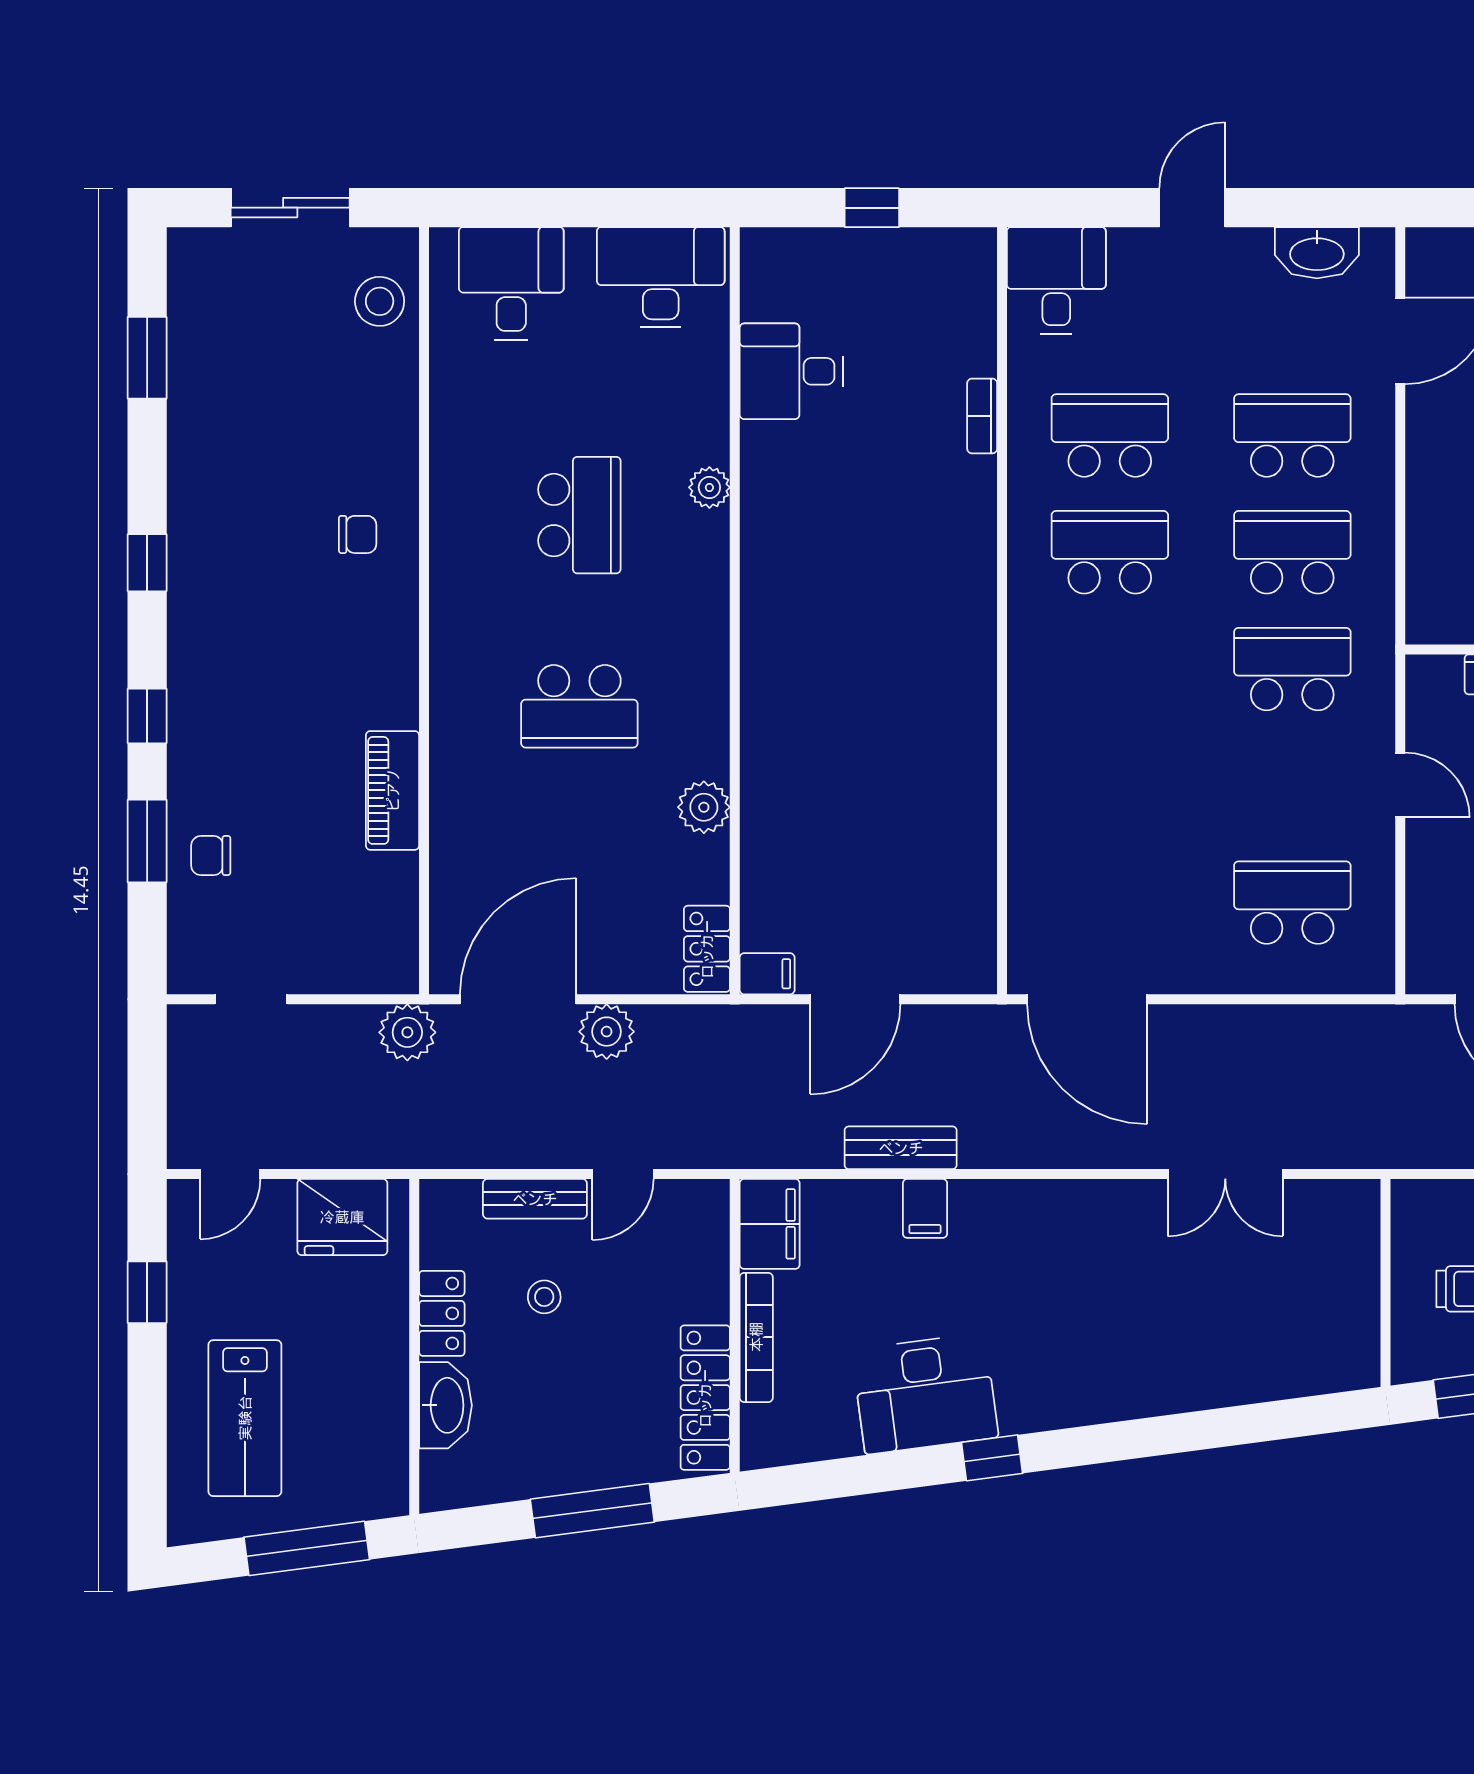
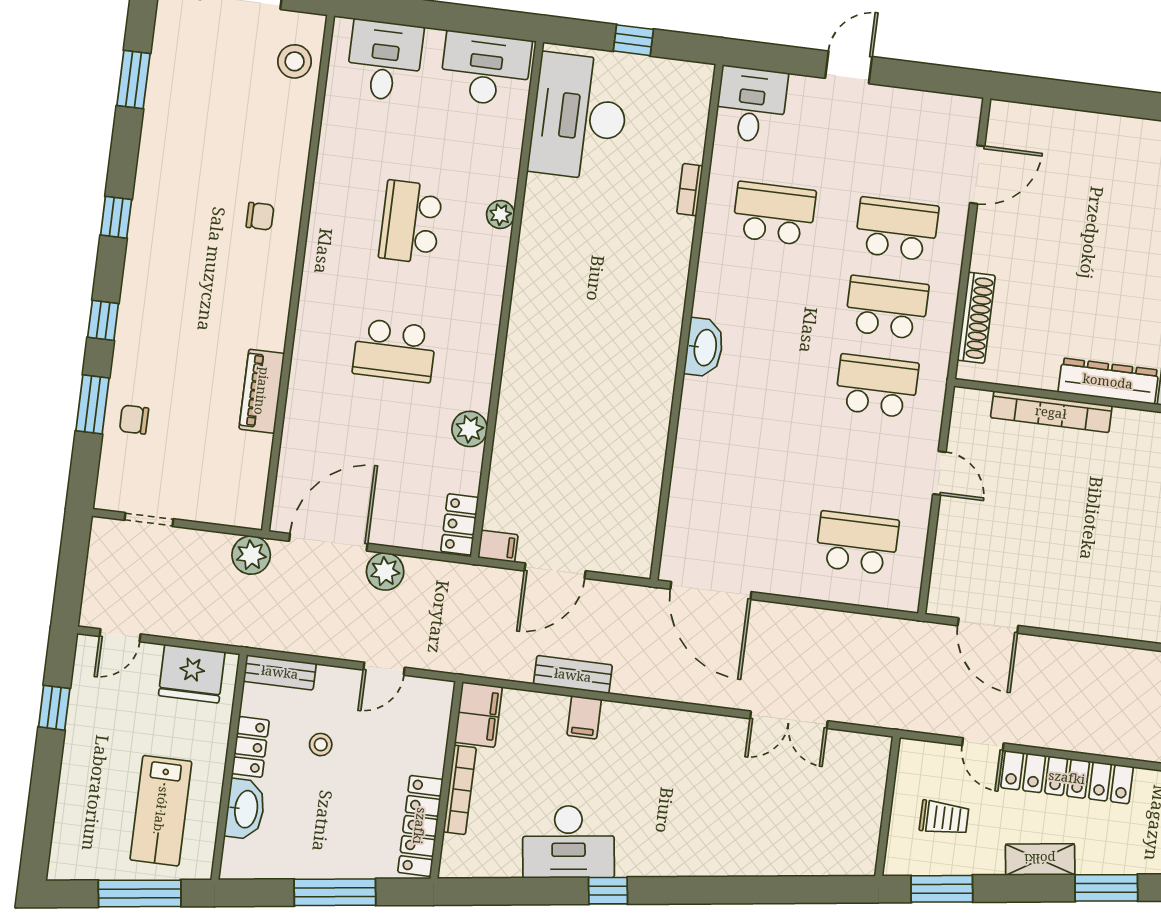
washbasin: (1317, 253) -> (704, 348), moved, turned -90
desk: (791, 371) -> (579, 117), width x1.87, depth x1.30
school desk: (579, 515) -> (411, 222), turned 180
shoe rack: (1425, 551) -> (976, 318), added
school desk: (1110, 552) -> (764, 292), removed
bench: (535, 1199) -> (280, 672), moved
lab bench: (245, 1418) -> (161, 811), moved

